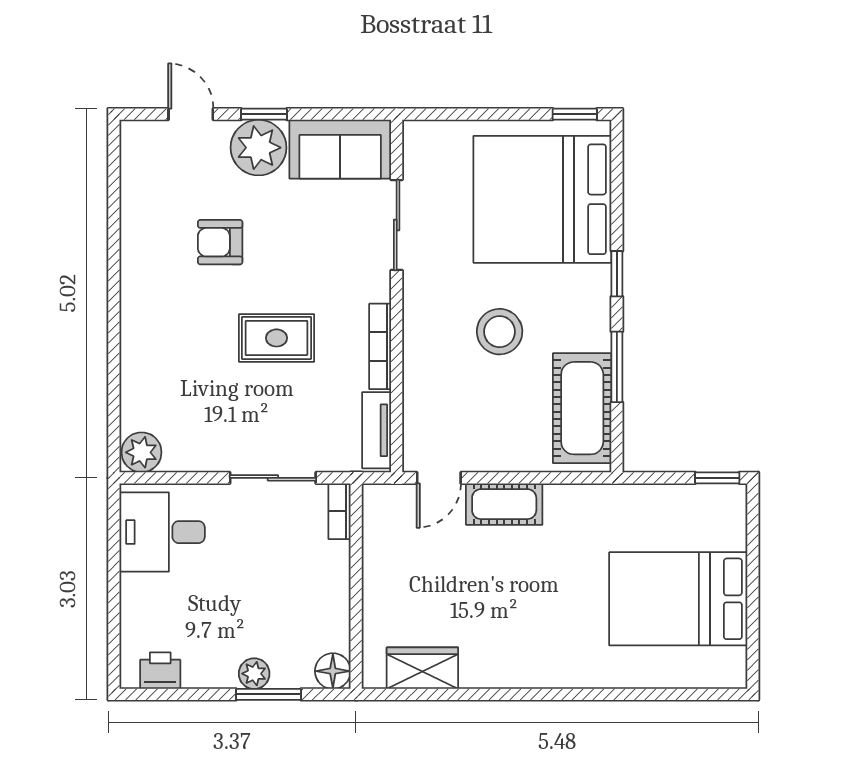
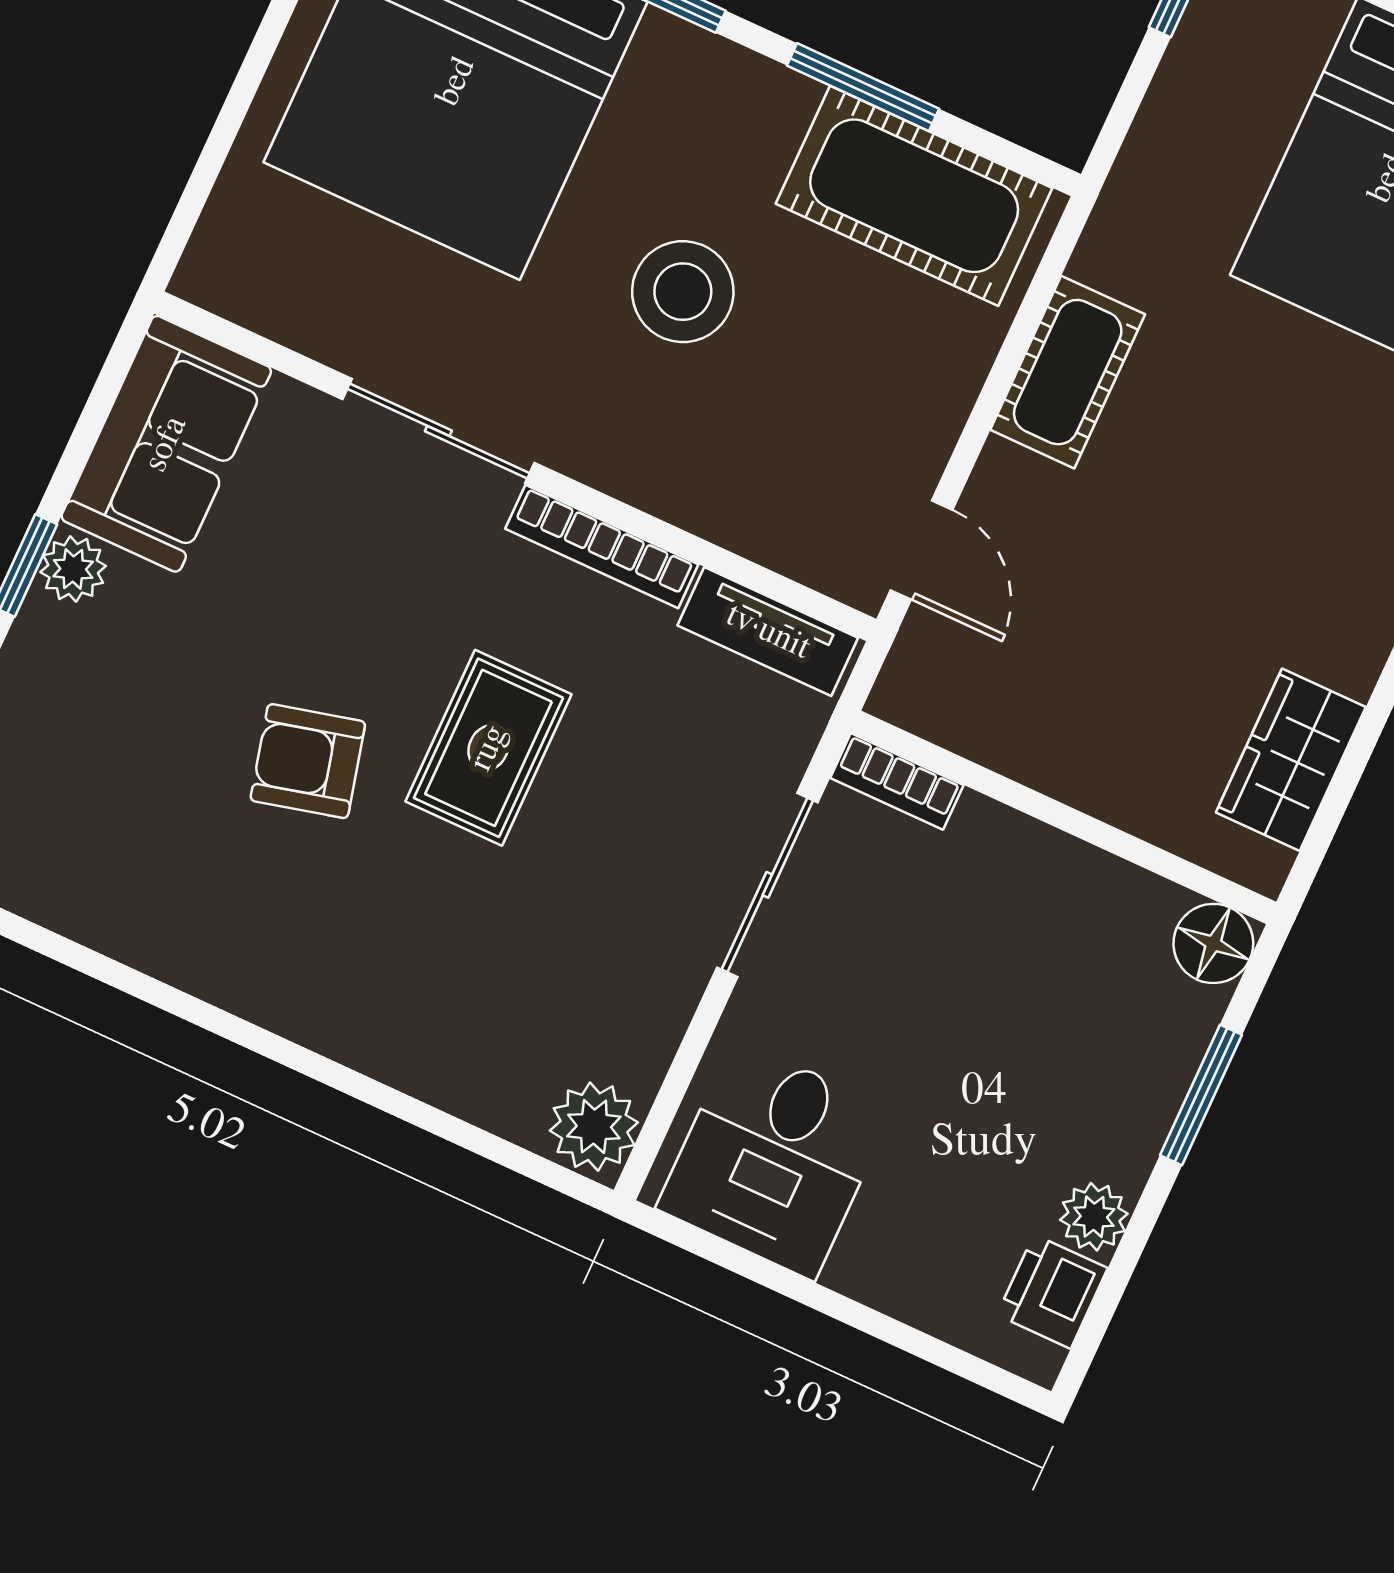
plant: (258, 148) -> (73, 569), width x0.53, depth x0.53
sliding door: (397, 225) -> (438, 431), moved
armchair: (220, 242) -> (308, 761), moved, turned 76
cot: (504, 504) -> (1068, 372), moved
plant: (254, 674) -> (1094, 1217), moved

